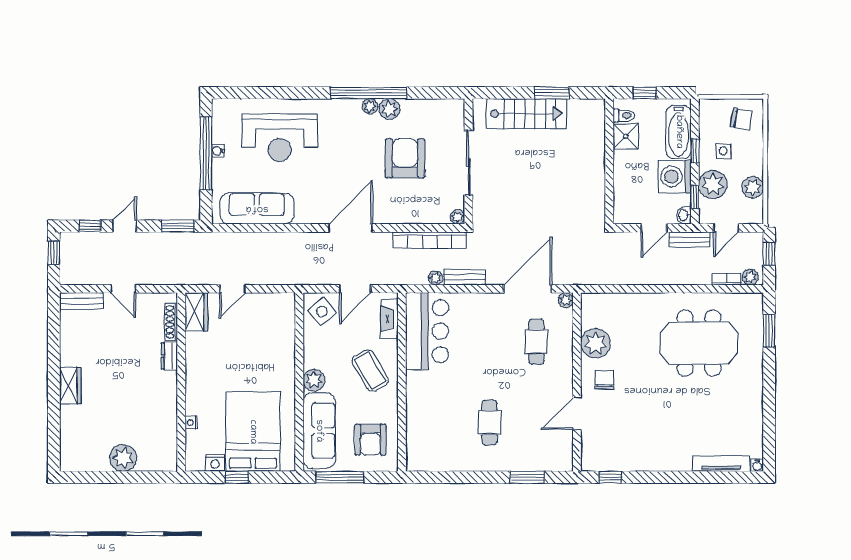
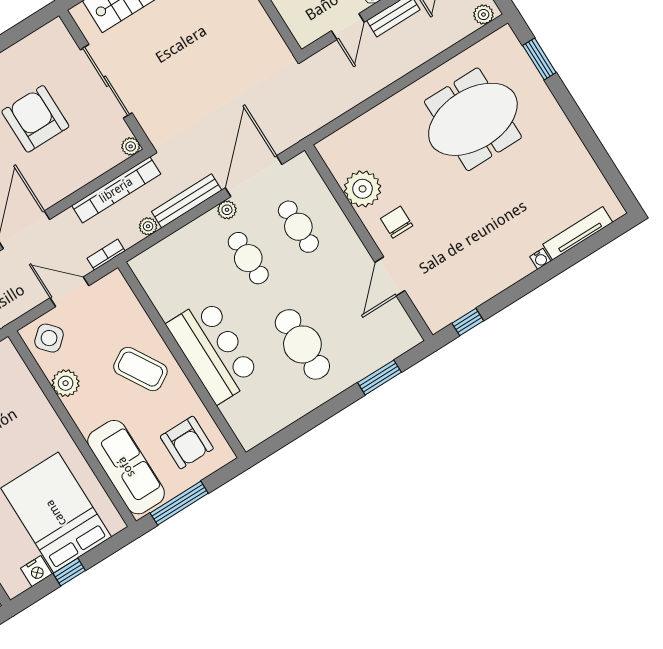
bench: (465, 277) -> (187, 201), width x1.36
bookcase: (726, 279) -> (106, 255), moved
door: (355, 289) -> (69, 292), swing flipped
plant: (566, 300) -> (227, 210), moved
fireplace: (390, 319) -> (126, 301), removed
bar counter: (427, 331) -> (213, 351), moved
cafe table: (489, 342) -> (248, 258), added
plant: (314, 380) -> (66, 383), moved
cafe table: (489, 422) -> (302, 344), width x1.37, depth x1.35
water cooler: (757, 465) -> (540, 259), moved

